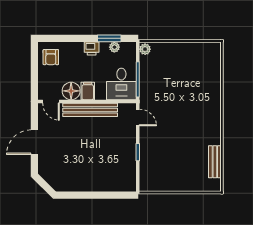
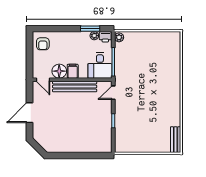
printer: (92, 49) -> (105, 37), moved
door: (138, 118) -> (113, 93), swing flipped
bench: (215, 162) -> (176, 140), moved

